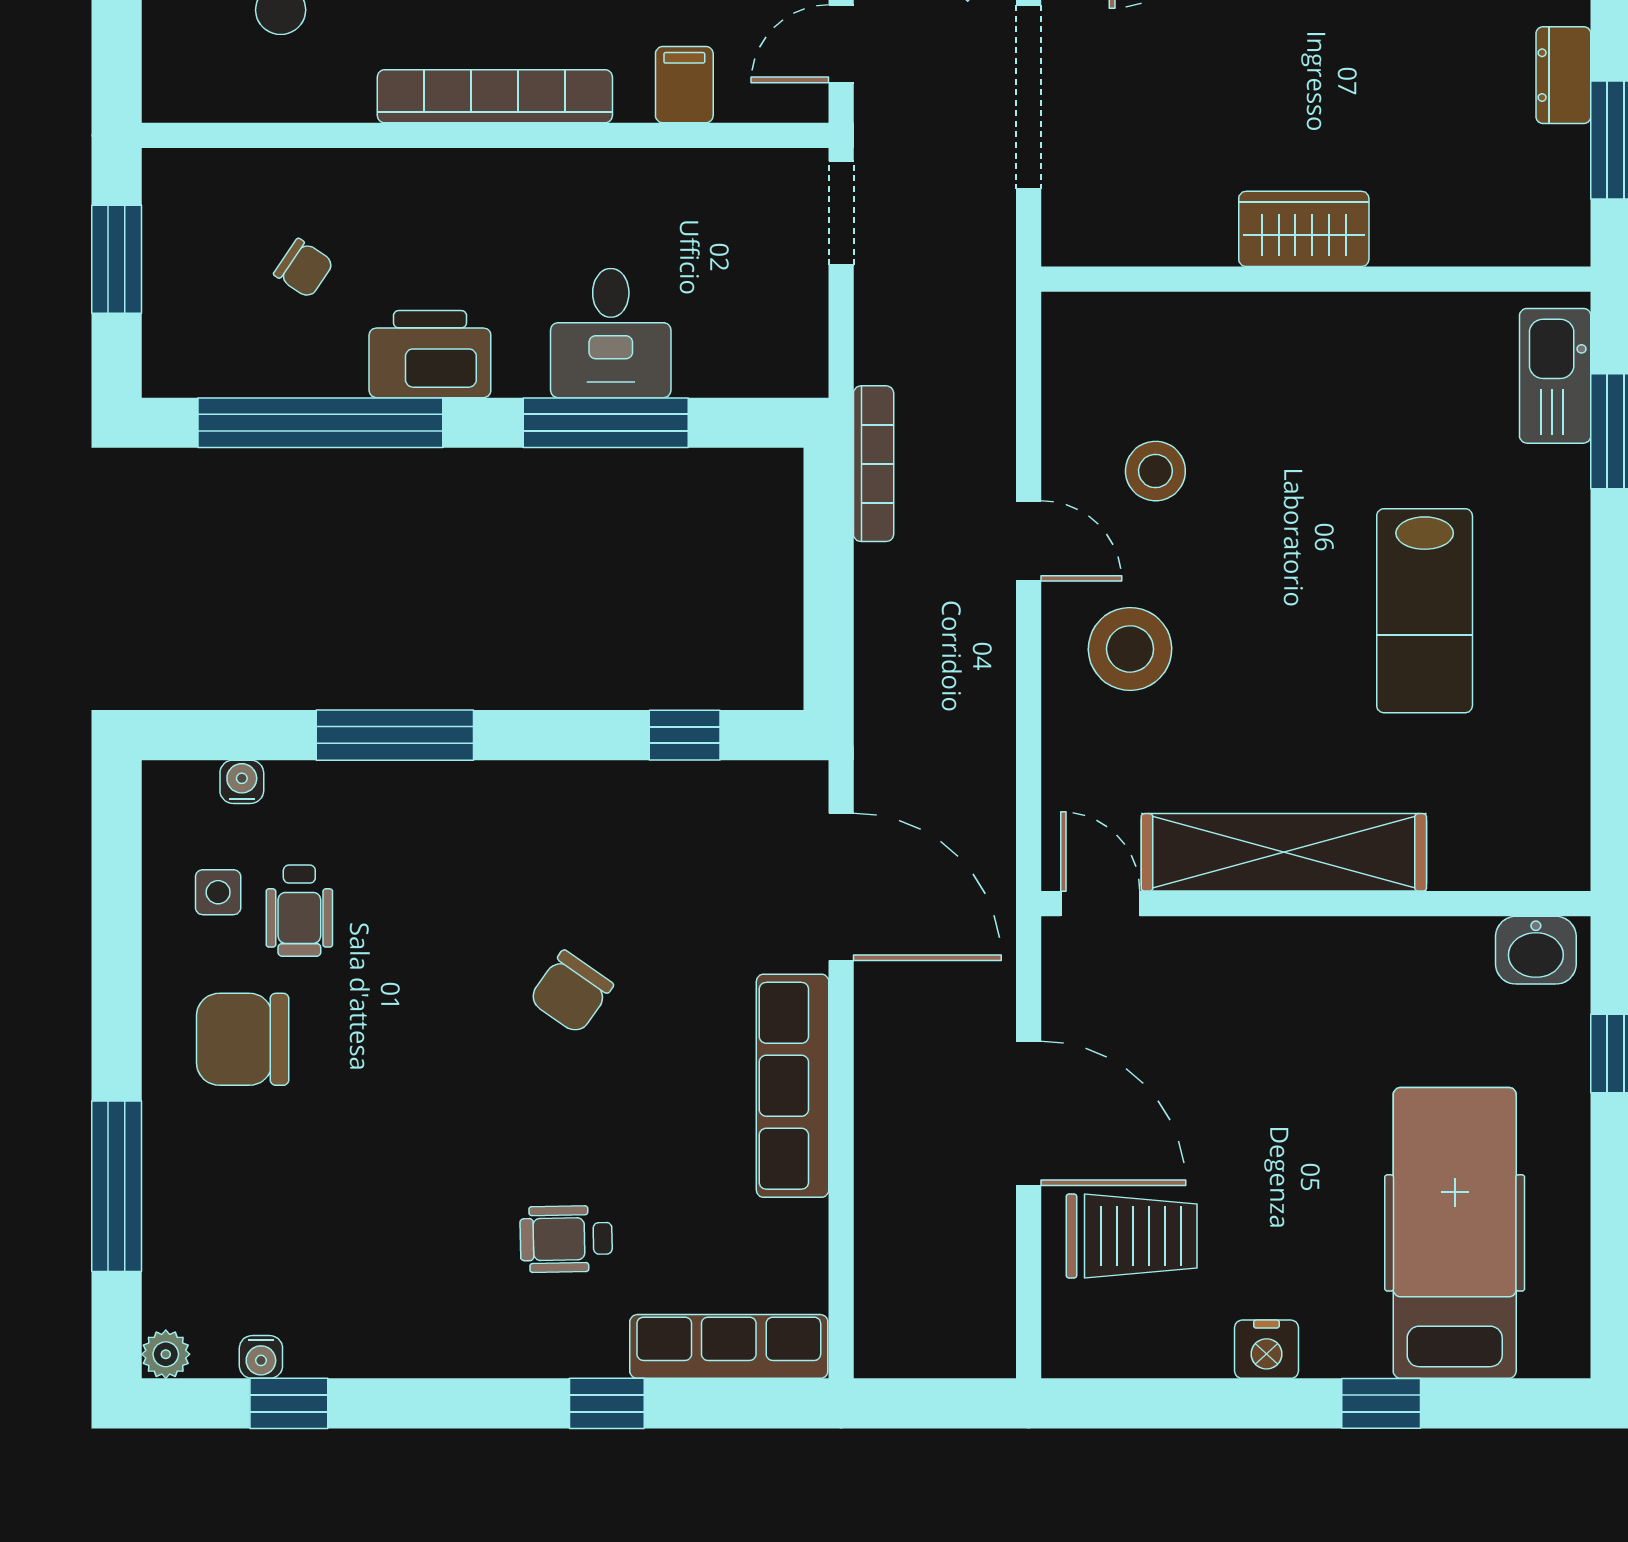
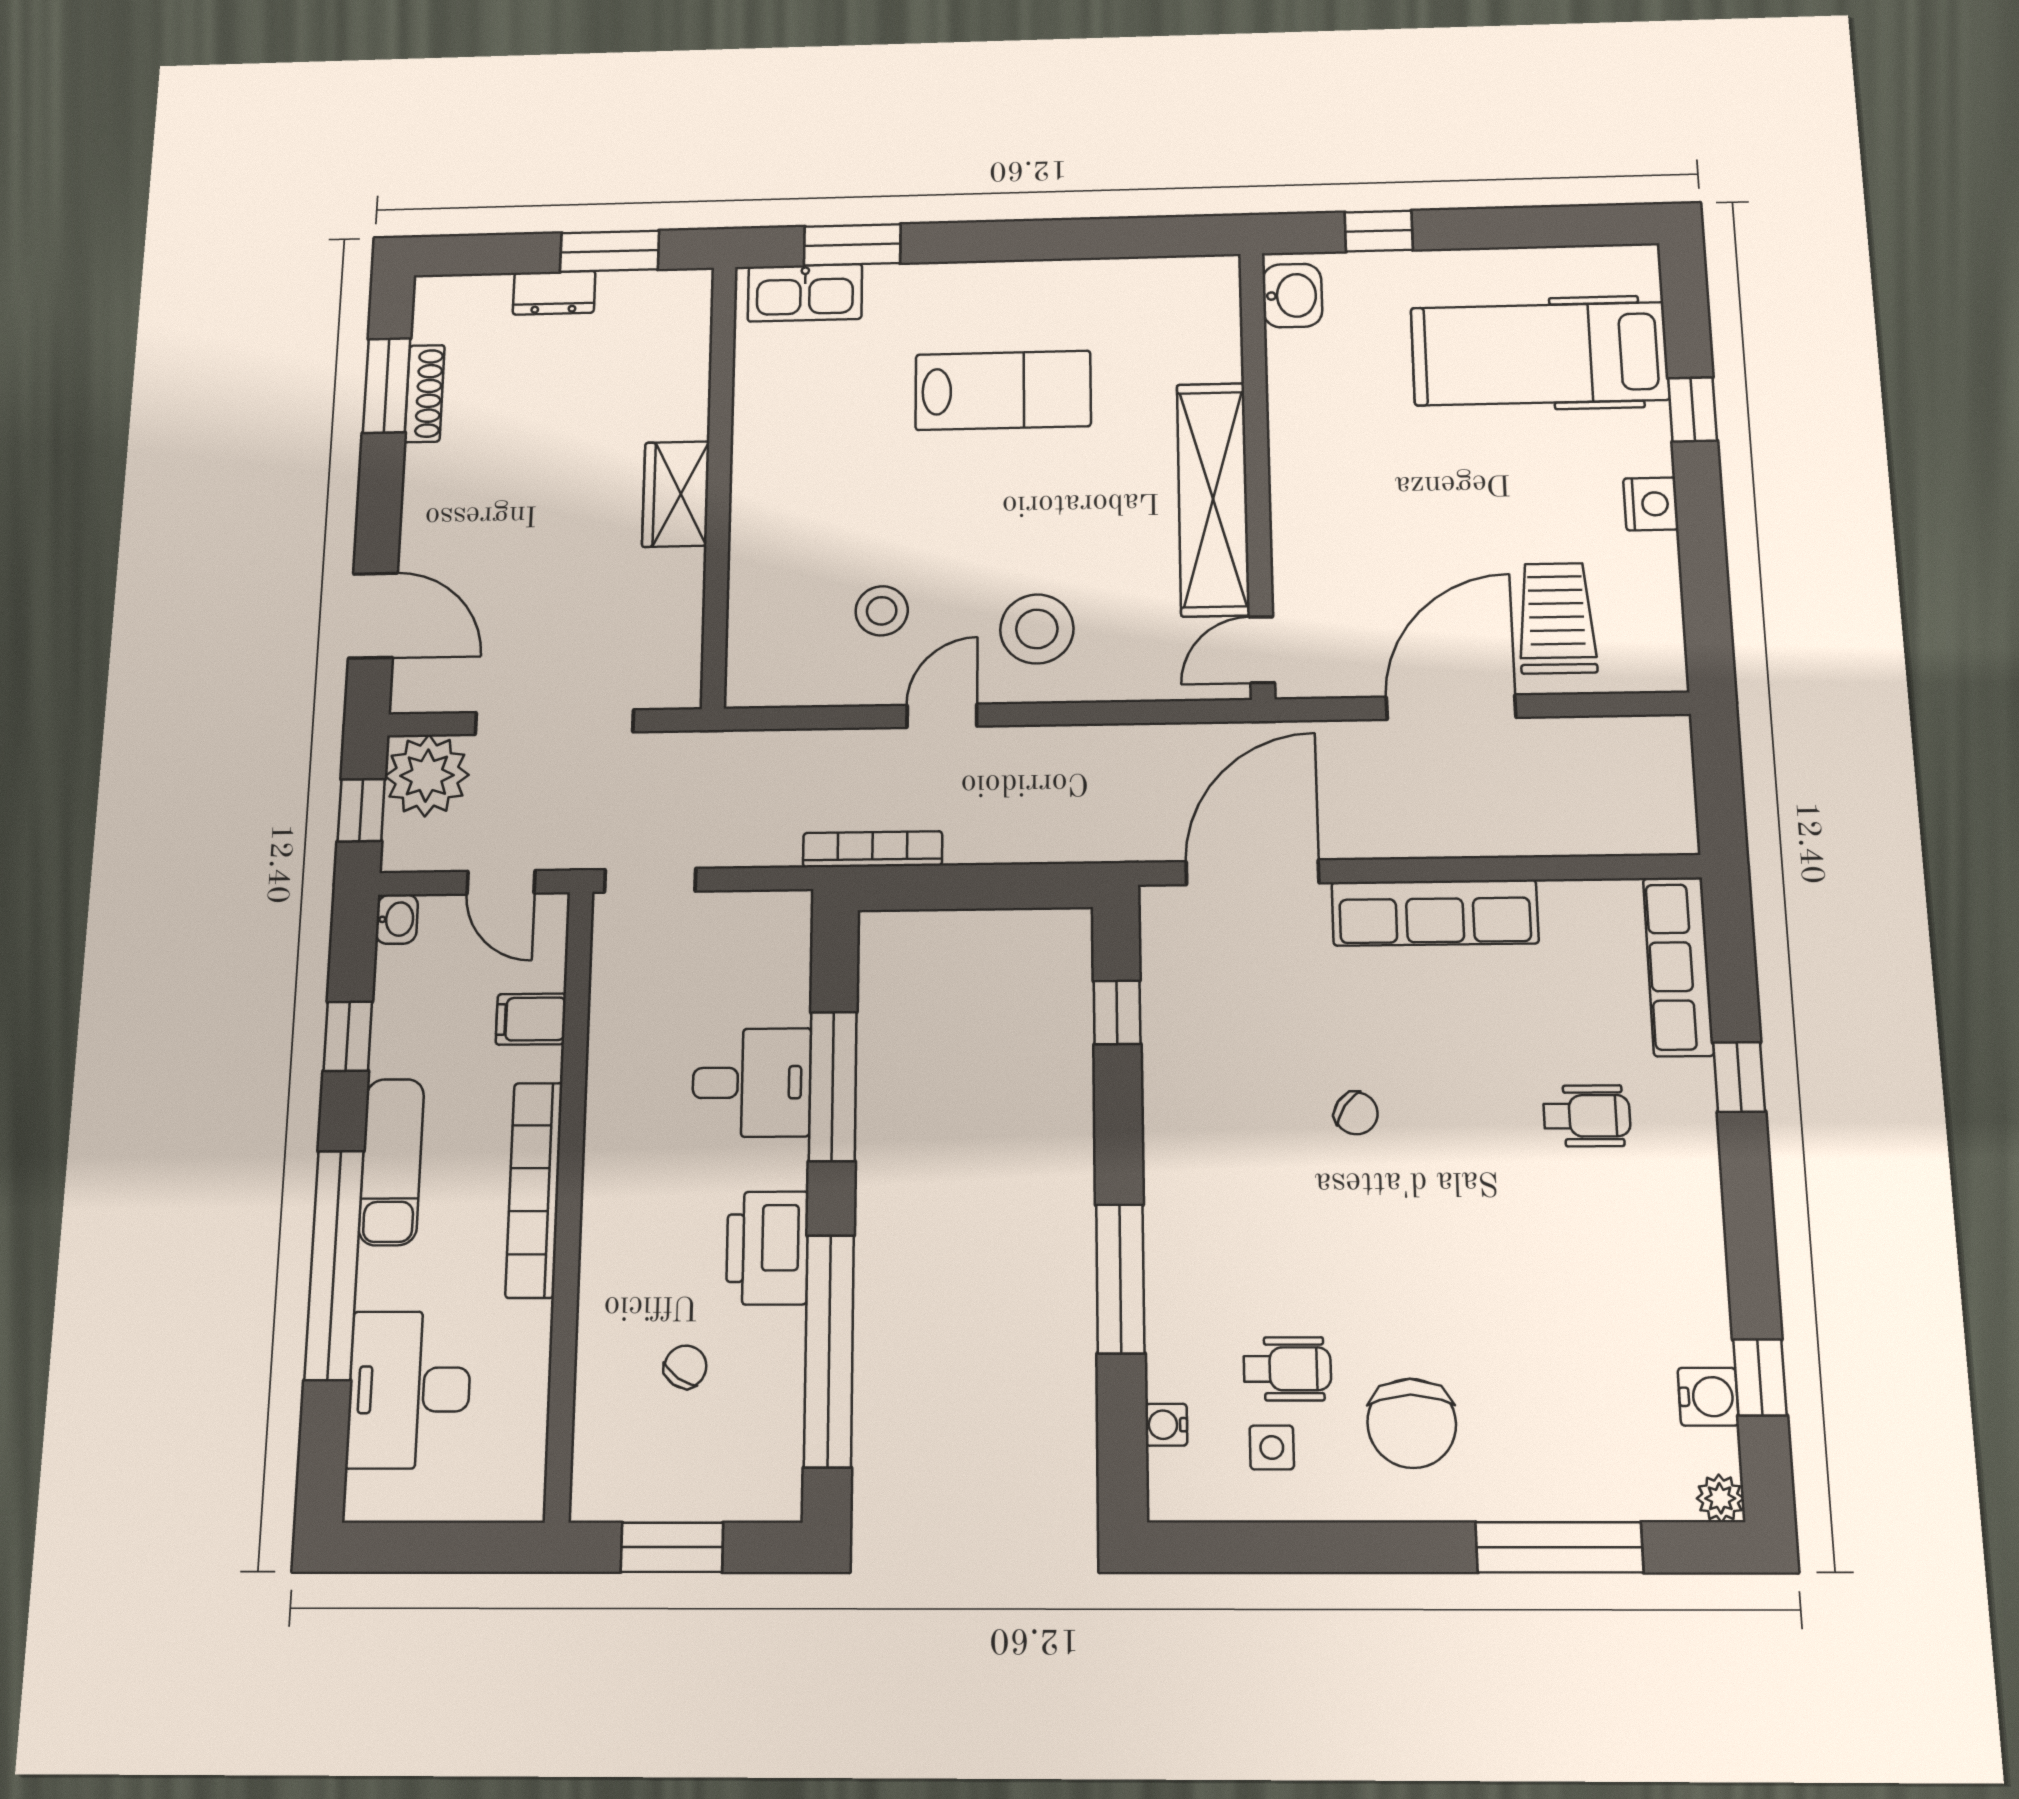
chair: (571, 992) -> (1356, 1113), width x0.73, depth x0.73
wheelchair: (566, 1239) -> (1587, 1116), turned -89
water cooler: (261, 1357) -> (1708, 1397), width x1.38, depth x1.38

